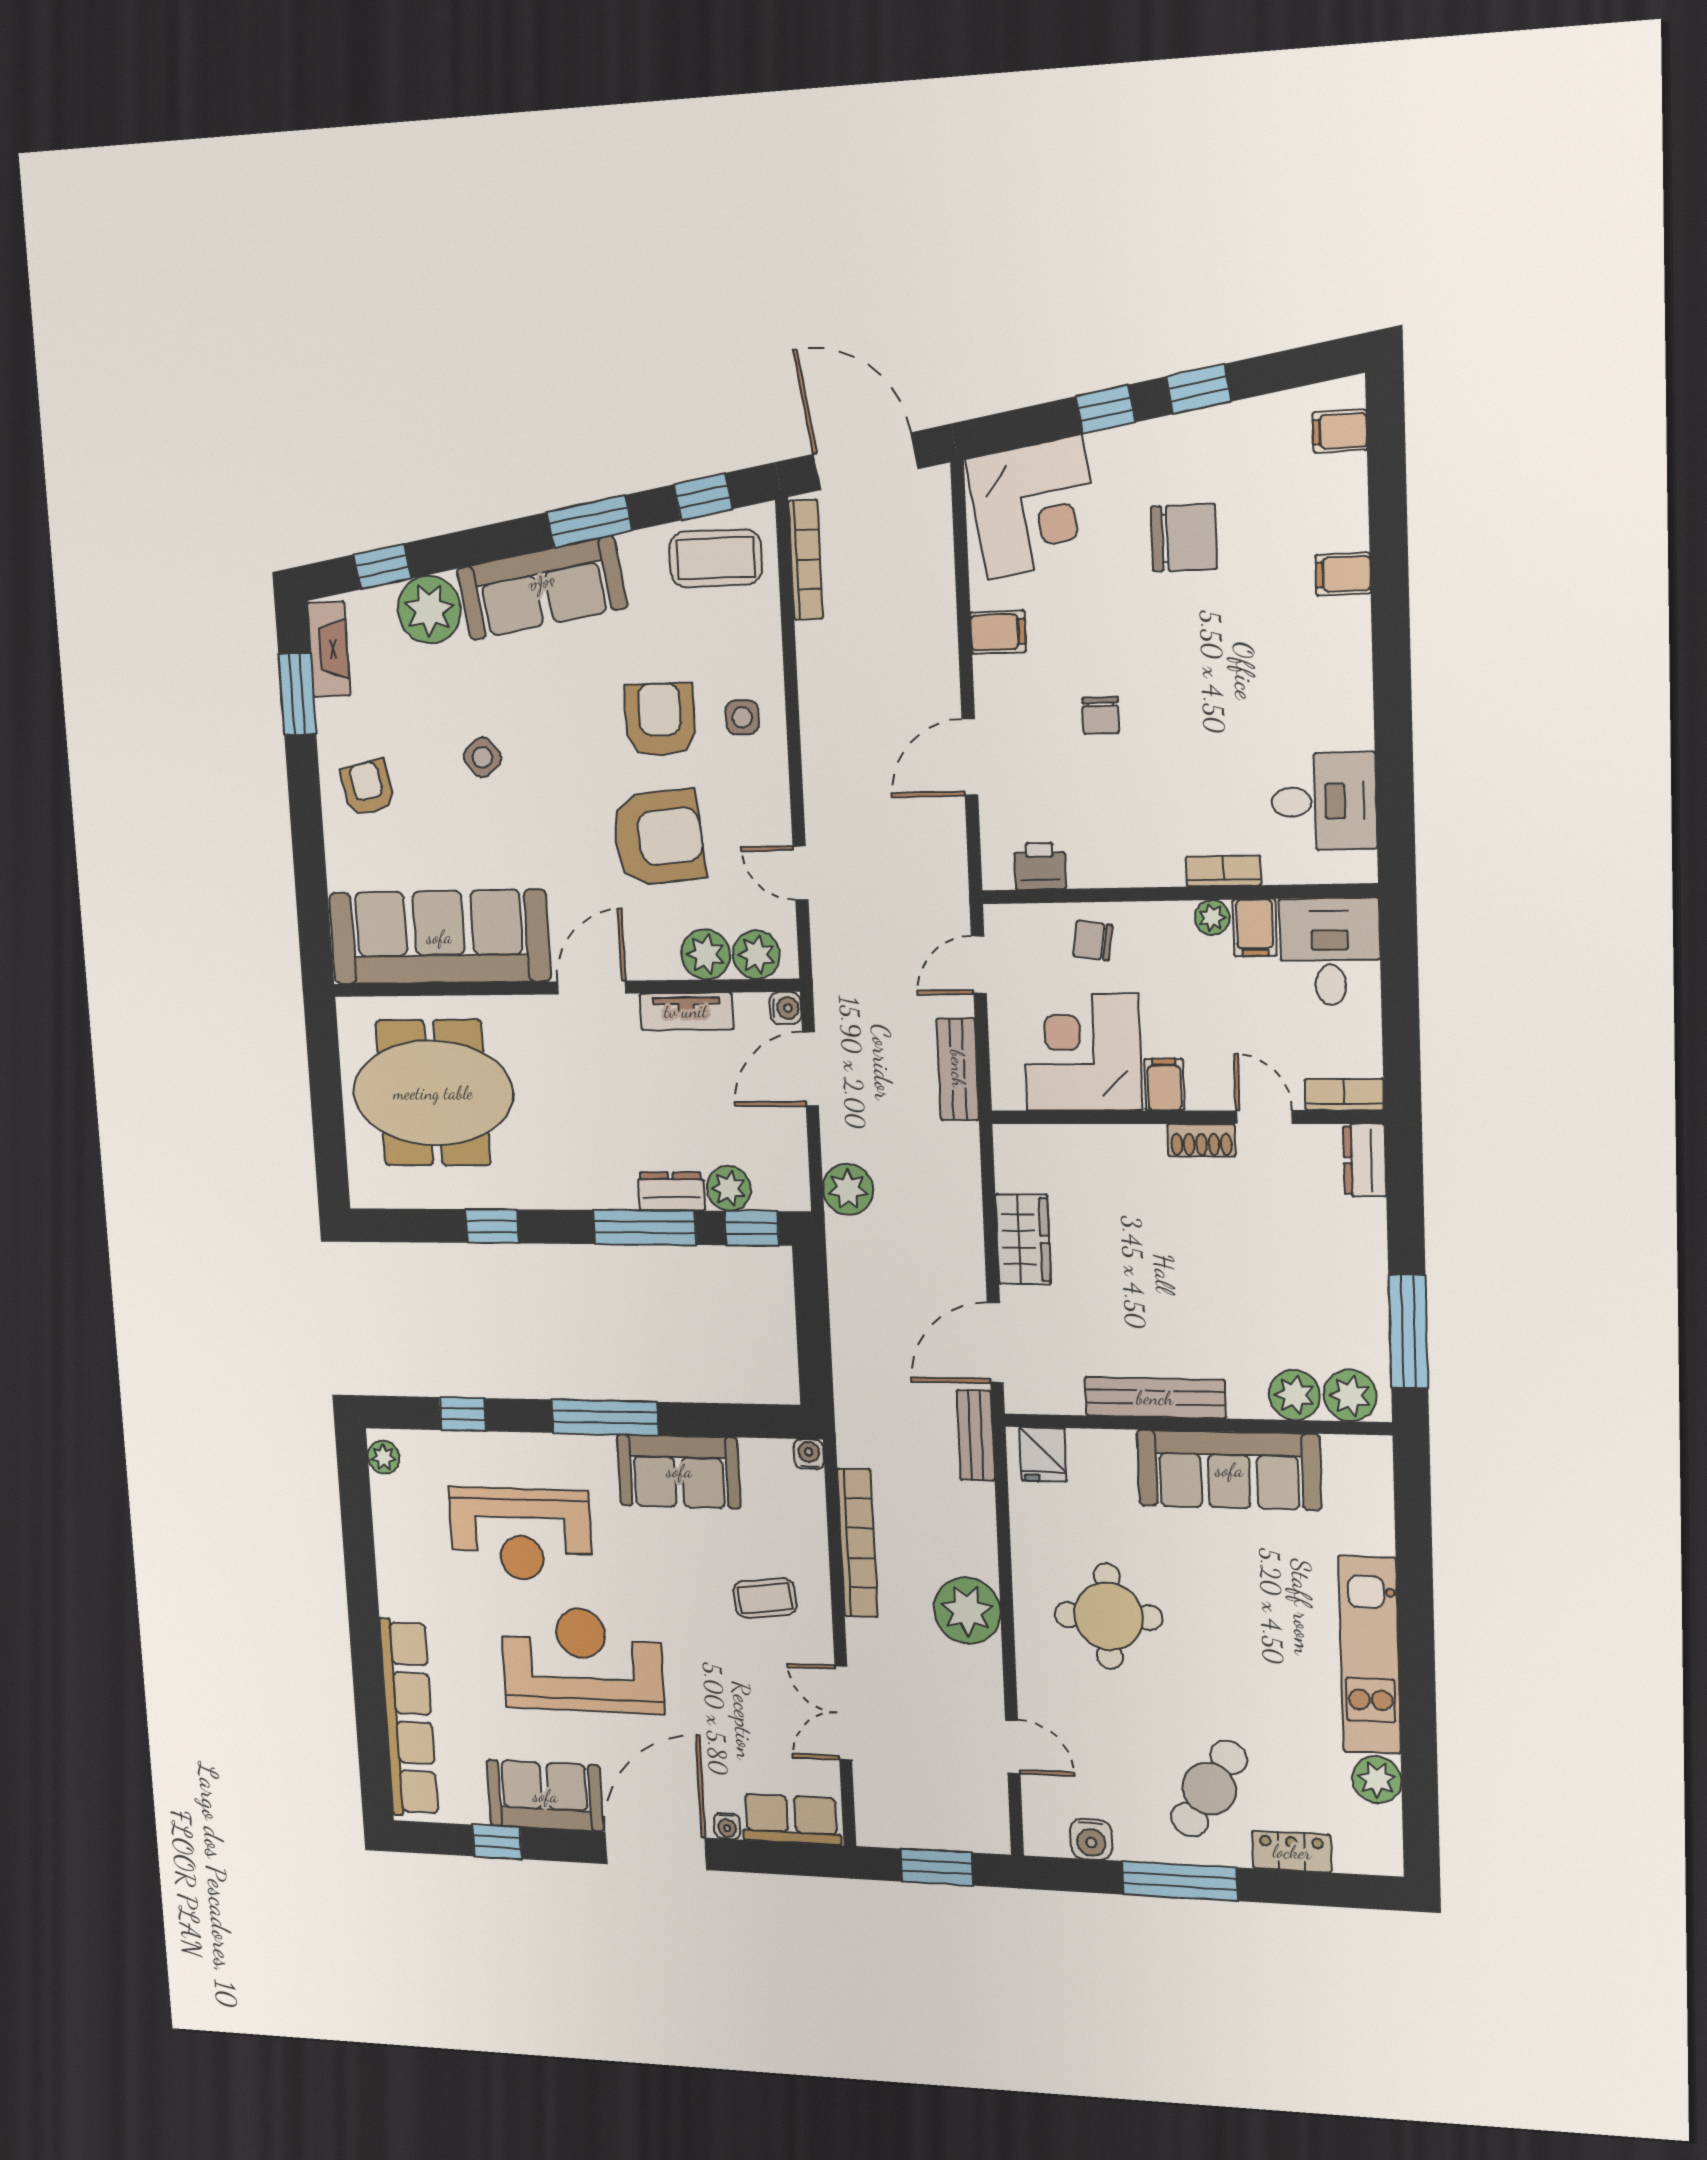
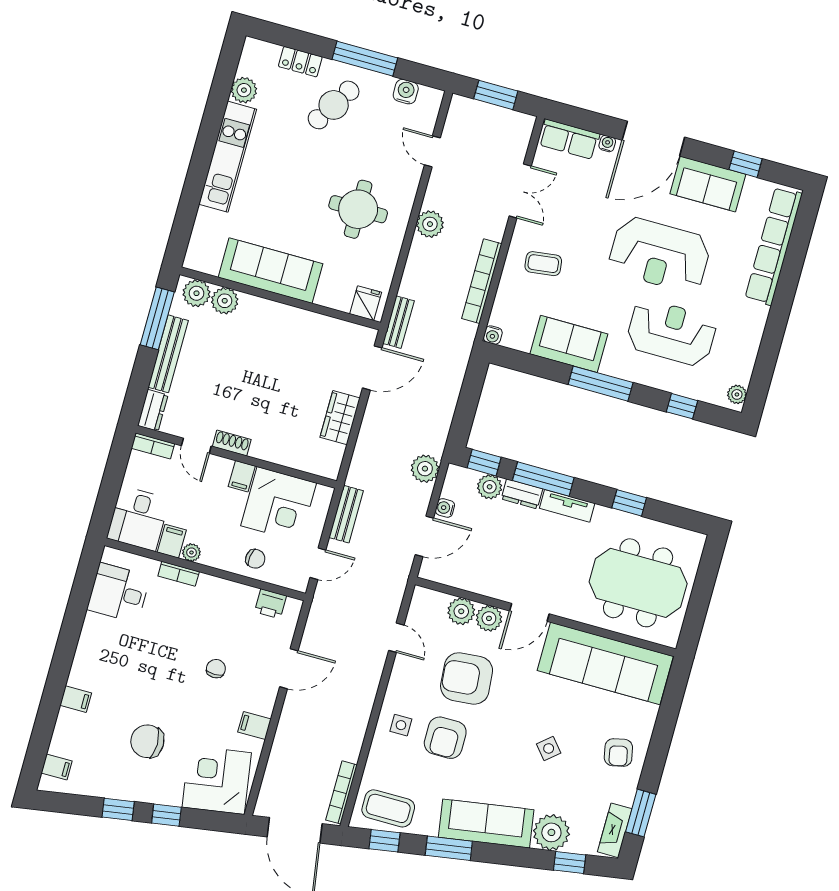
plant: (756, 955) -> (489, 618), moved
water cooler: (785, 1008) -> (445, 508), moved
tv unit: (686, 1011) -> (567, 506), moved, turned 180
bench: (1155, 1398) -> (168, 354), moved, turned 90
plant: (967, 1611) -> (430, 224), width x0.73, depth x0.73

